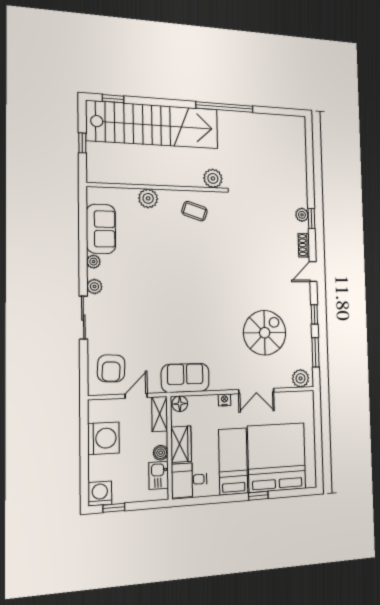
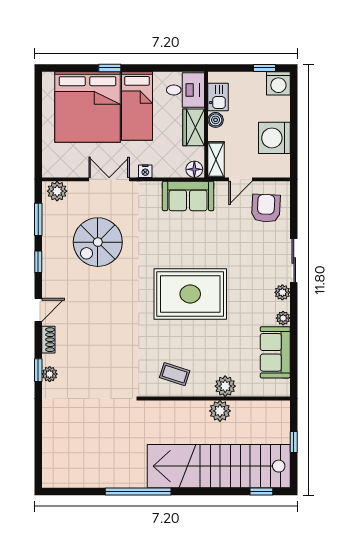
plant: (213, 178) -> (220, 411), moved
rug: (182, 285) -> (190, 294), added

